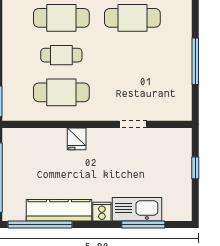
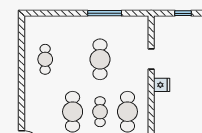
cafe table: (132, 18) -> (100, 59), moved
fridge: (77, 139) -> (162, 85), moved

